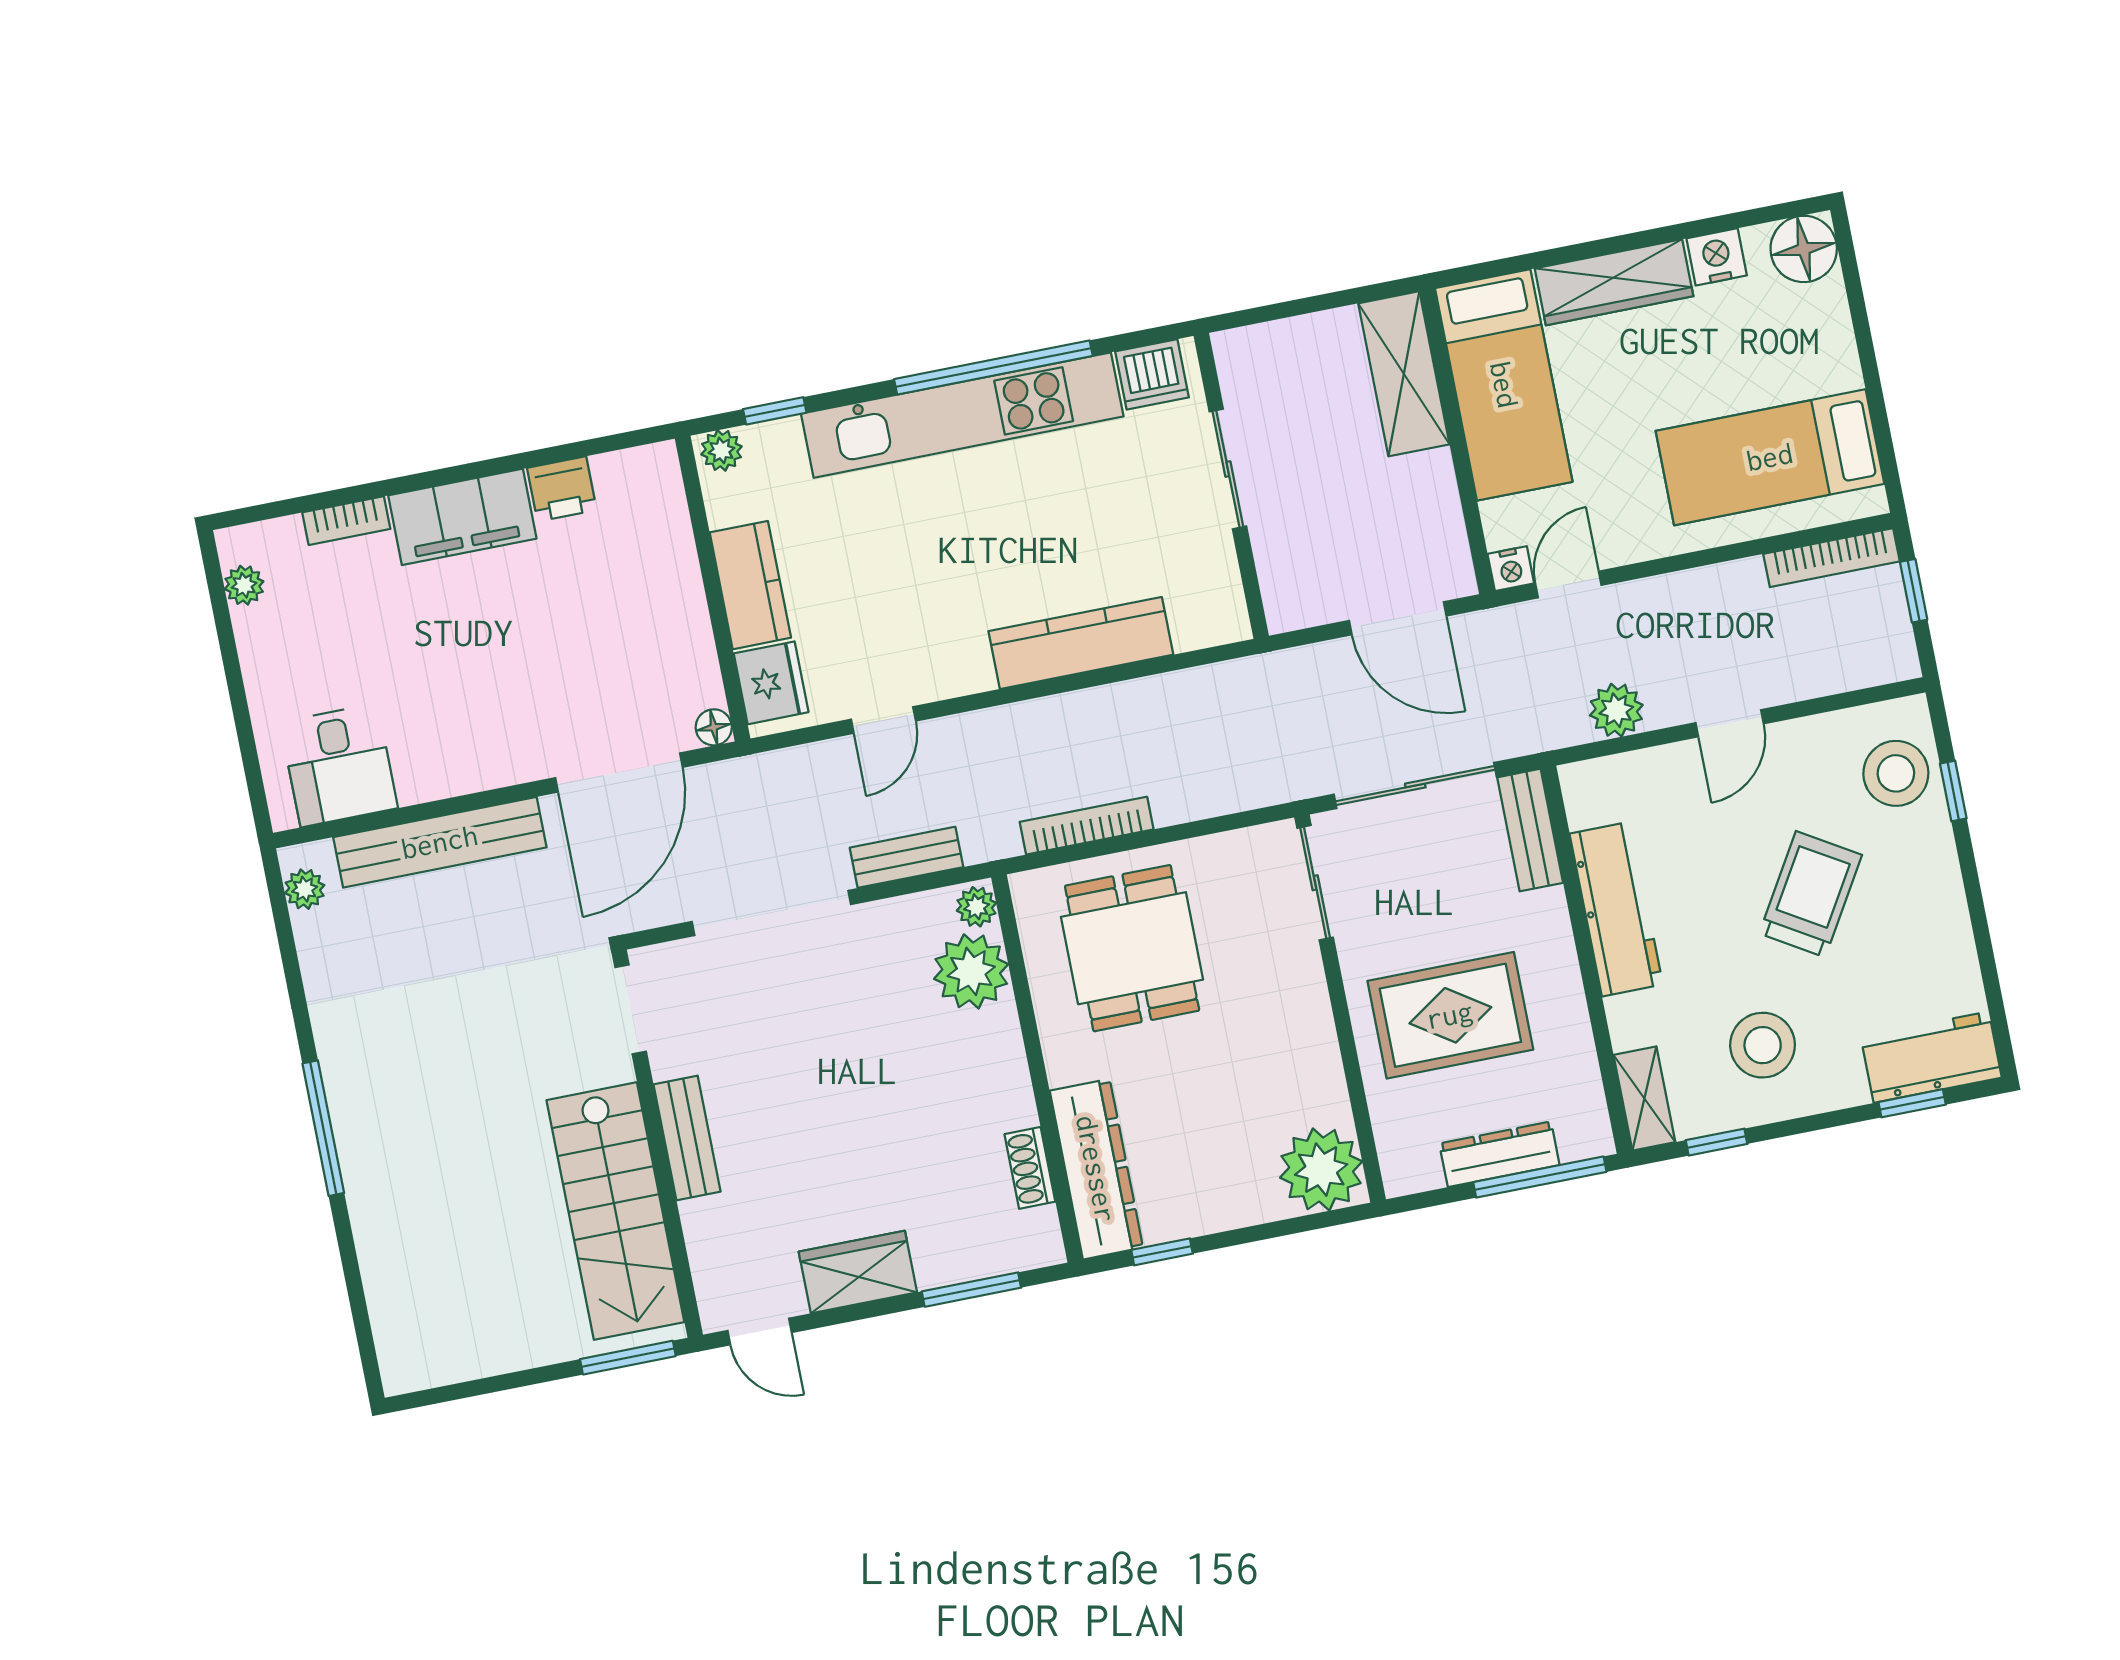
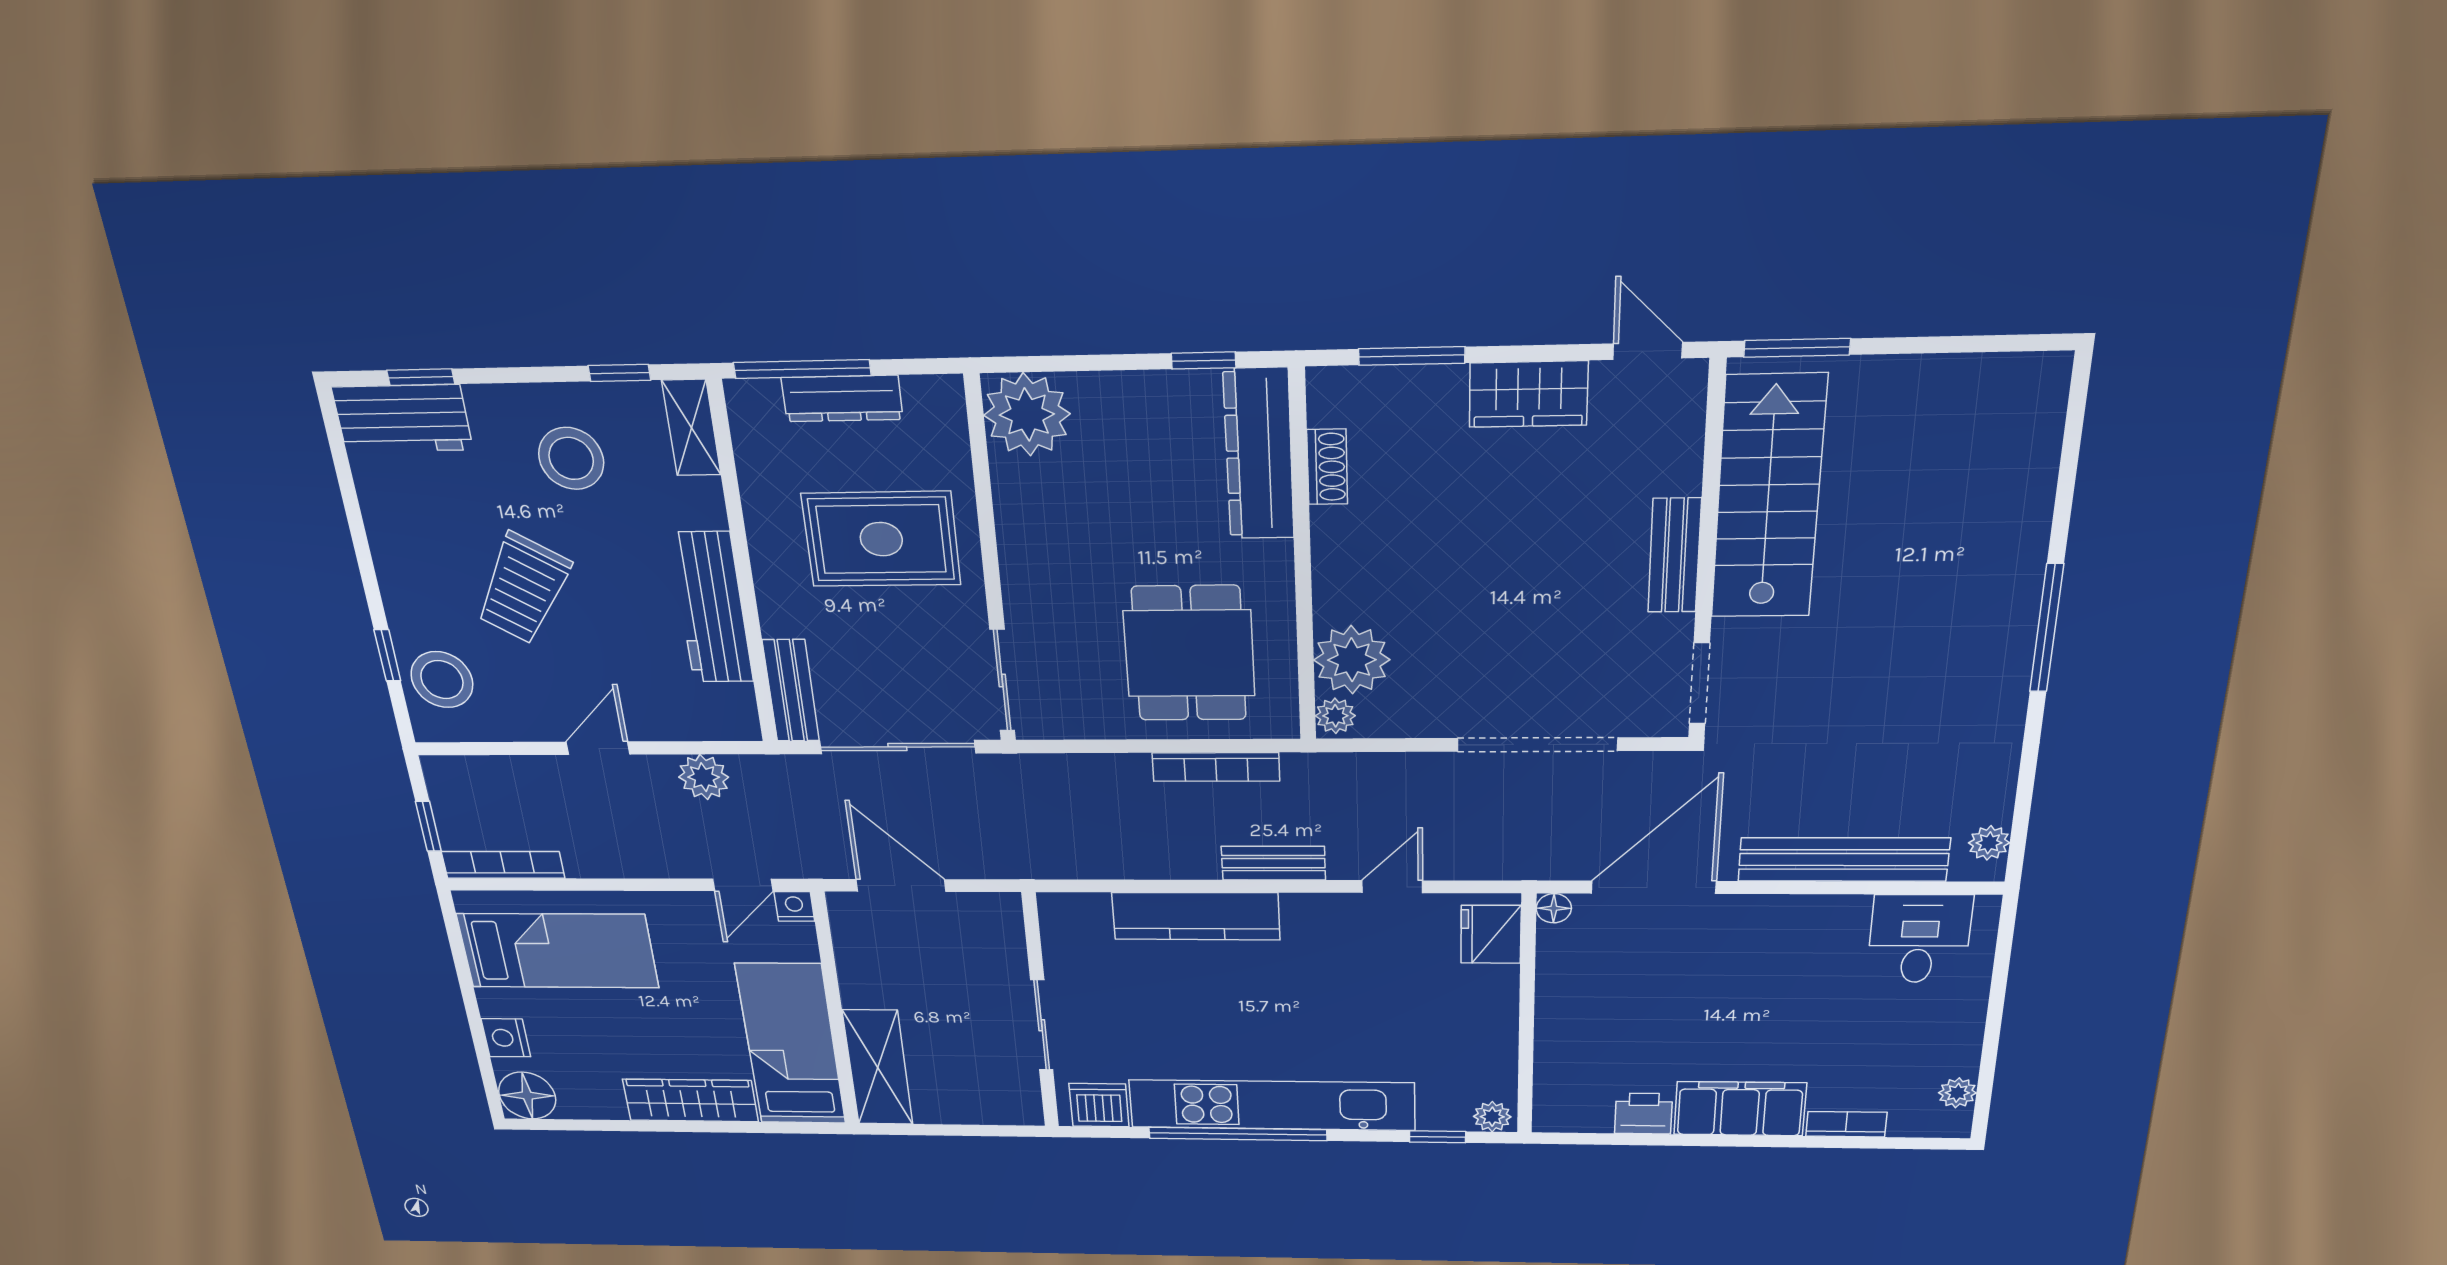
nightstand: (1717, 257) -> (506, 1038), moved, turned 90
kitchen counter: (750, 585) -> (1491, 1013), removed
bench: (907, 857) -> (1273, 863), moved

